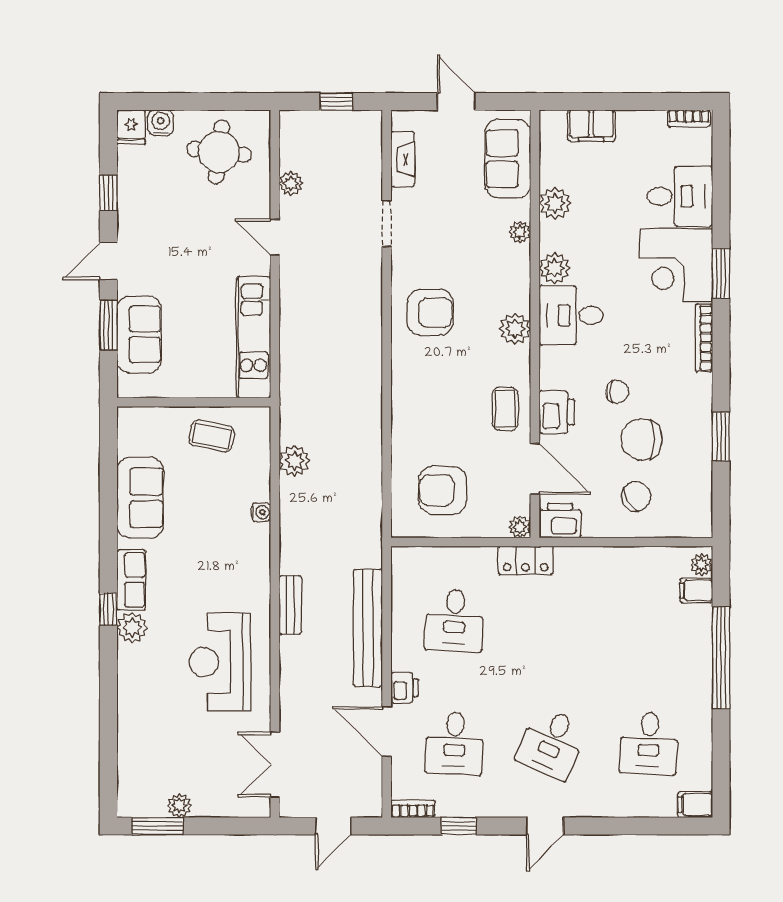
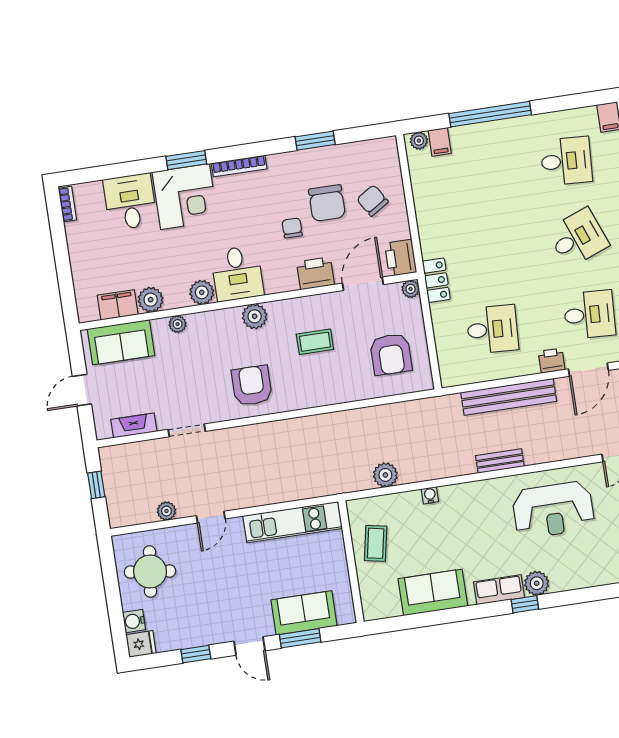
filing cabinet: (591, 126) -> (118, 305), moved, turned -90
coffee table: (505, 409) -> (315, 342), moved
desk: (552, 743) -> (578, 238), turned -45

